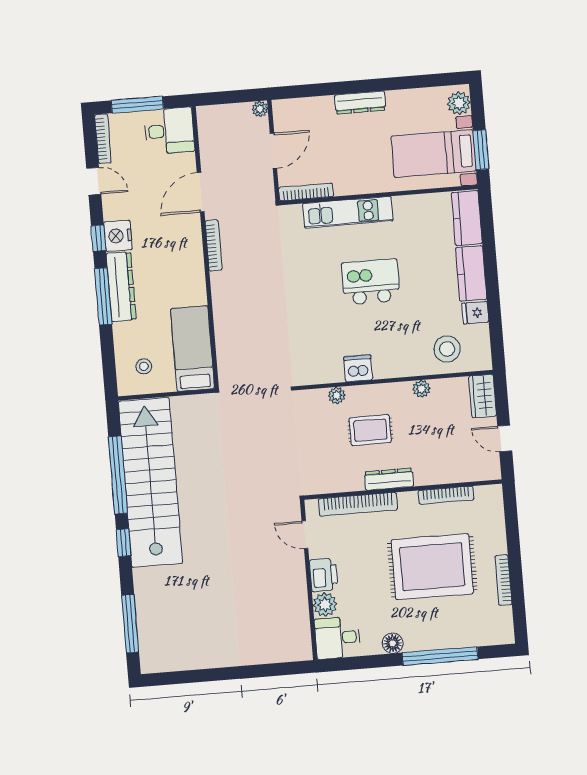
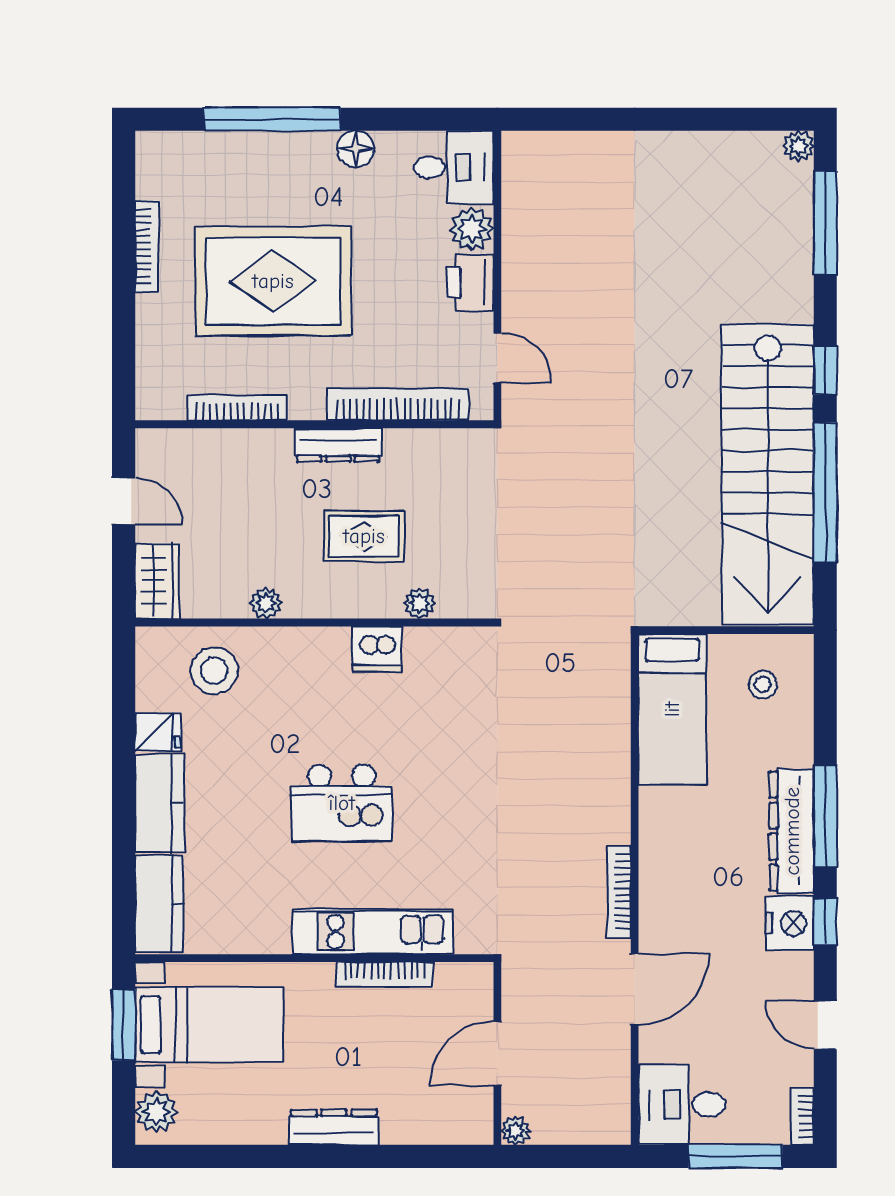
bookcase: (103, 139) -> (802, 1116), width x0.64
bookcase: (306, 192) -> (385, 974), moved
plant: (148, 665) -> (798, 146), added

